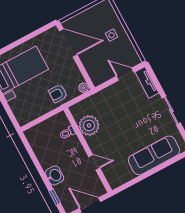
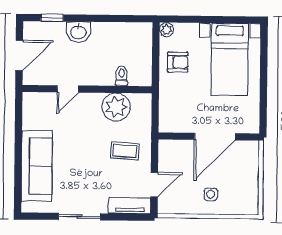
door: (68, 43) -> (215, 137), moved
plant: (84, 88) -> (166, 30), moved
armchair: (58, 93) -> (178, 62), moved, turned 90
coffee table: (114, 105) -> (125, 151), added

